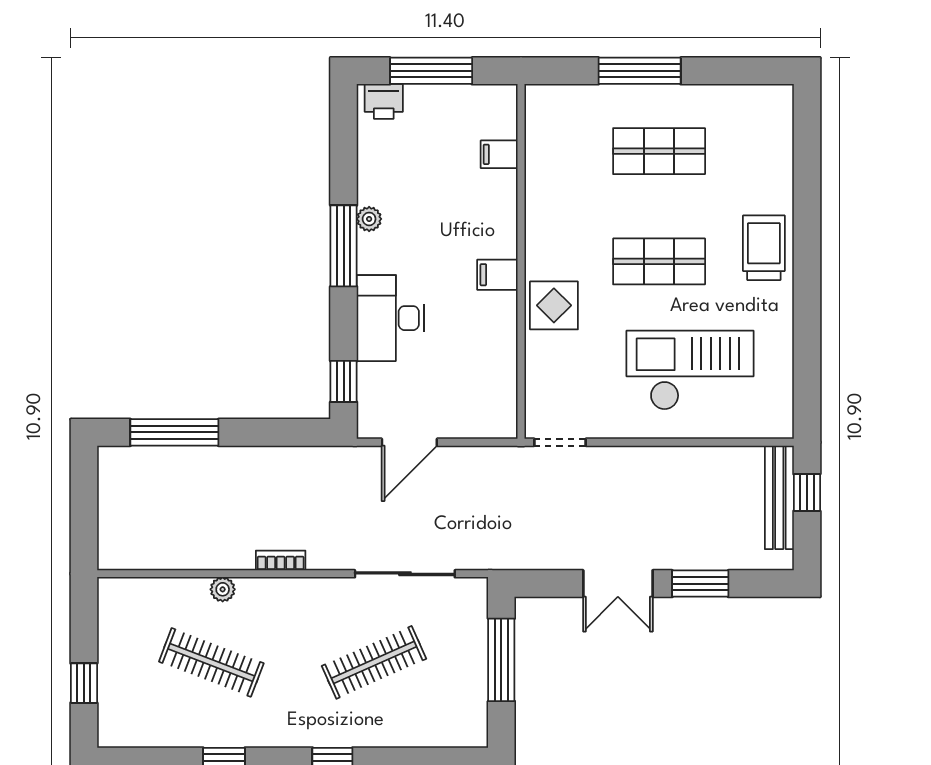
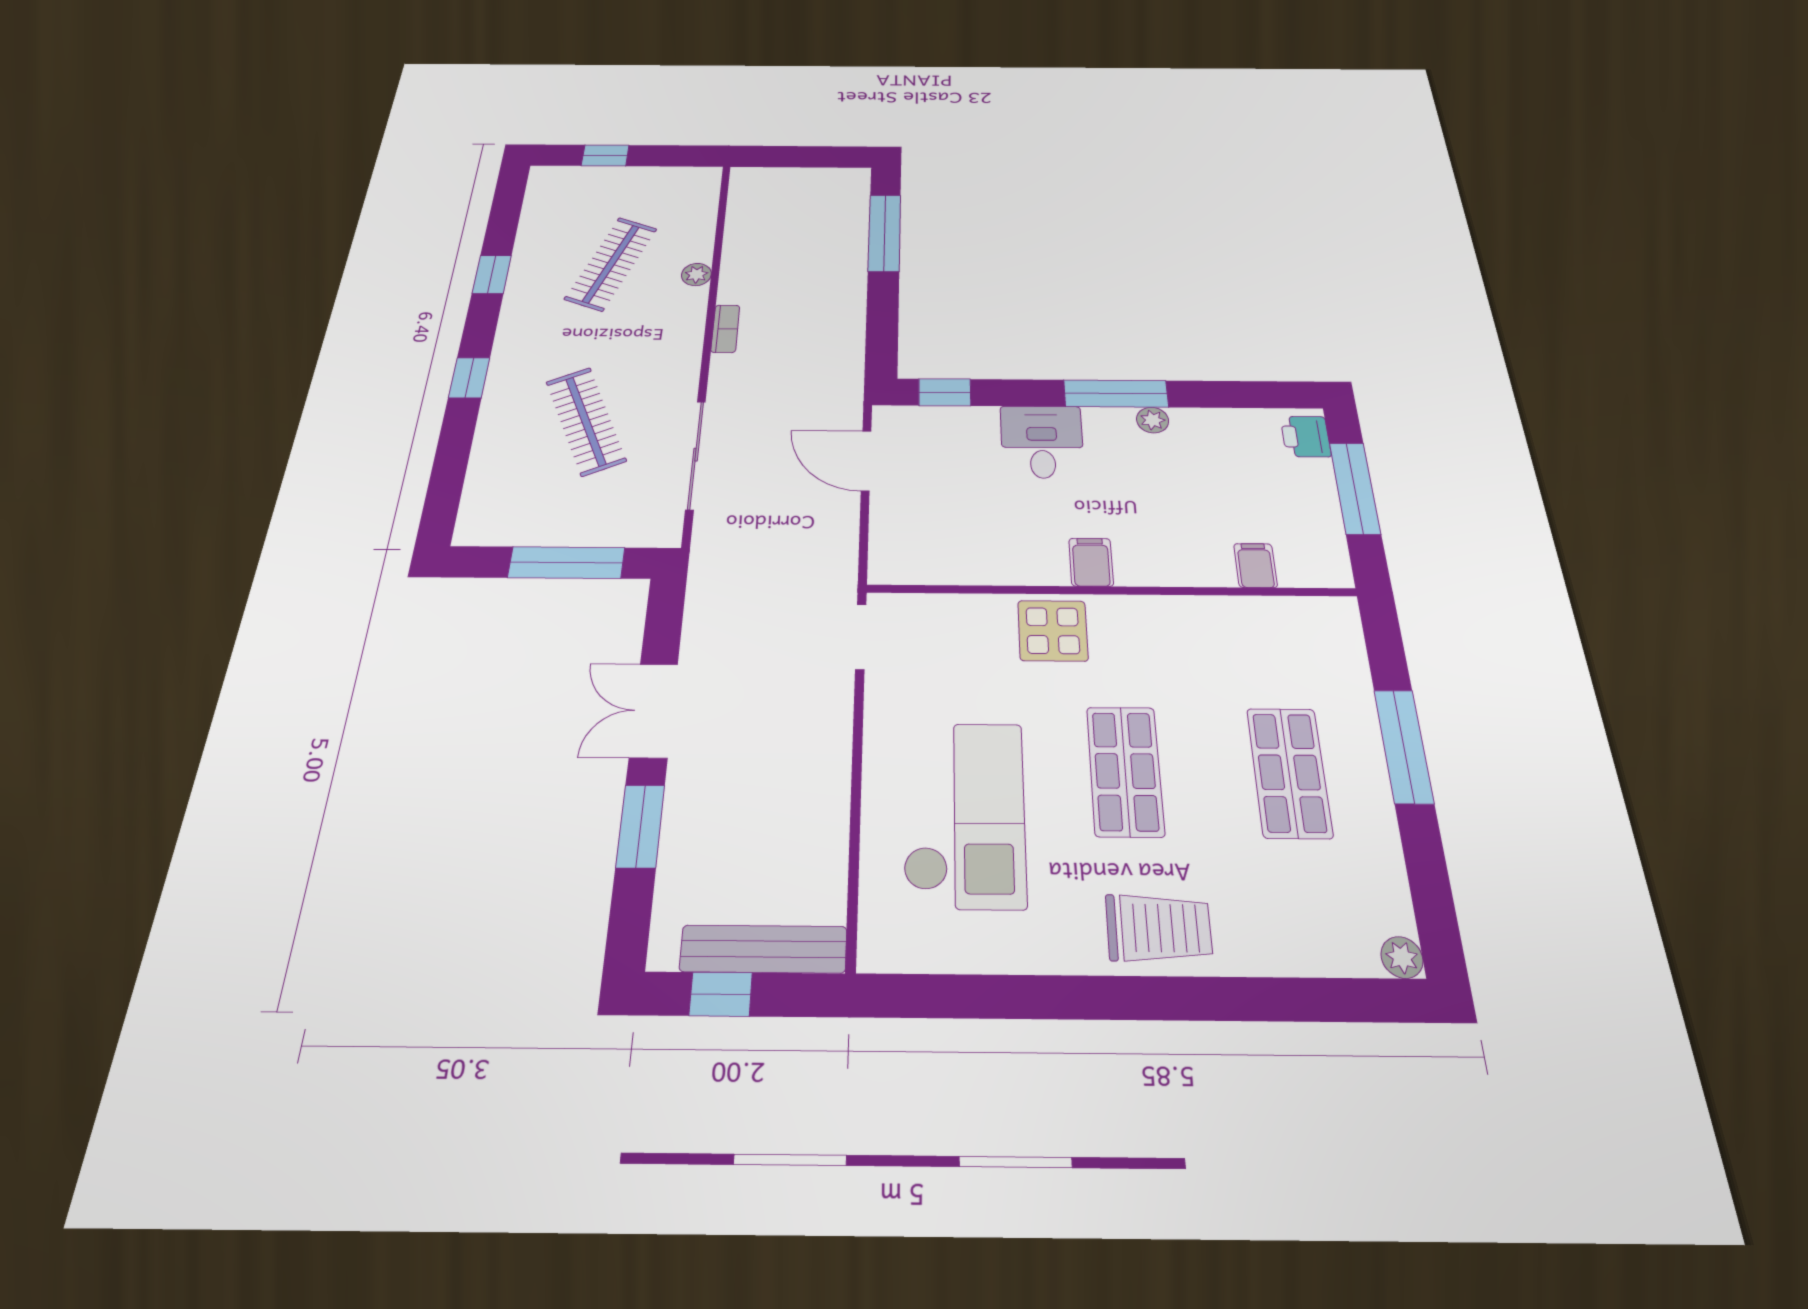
plant: (781, 97) -> (1402, 957), added
desk: (390, 318) -> (1042, 442), width x0.73
window: (807, 493) -> (721, 994), moved

